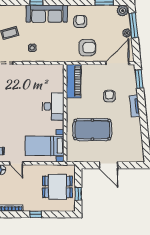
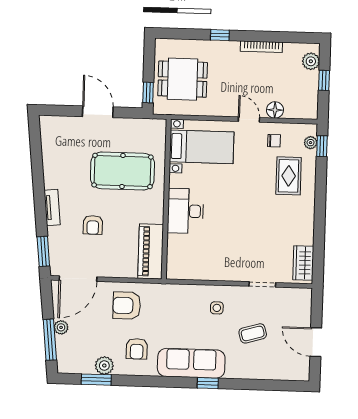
plant: (122, 11) -> (104, 366), moved
window: (78, 194) -> (148, 93), moved

